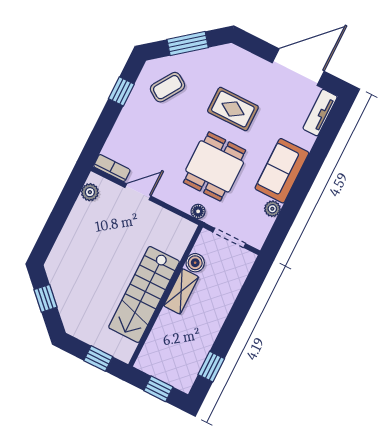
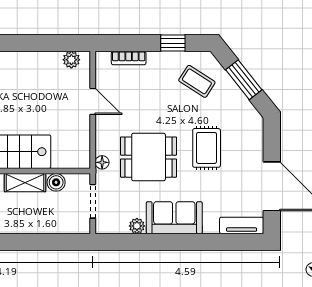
bookcase: (112, 168) -> (129, 58), moved, turned 90

